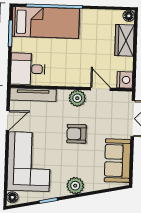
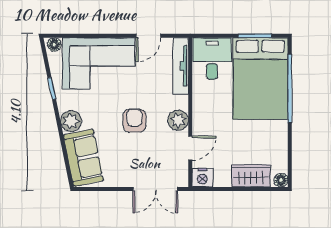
bed: (46, 22) -> (260, 78), width x1.50
door: (8, 120) -> (148, 36), hinge flipped
sofa: (117, 161) -> (83, 158), moved, turned 78

